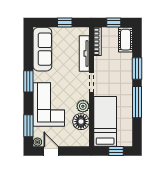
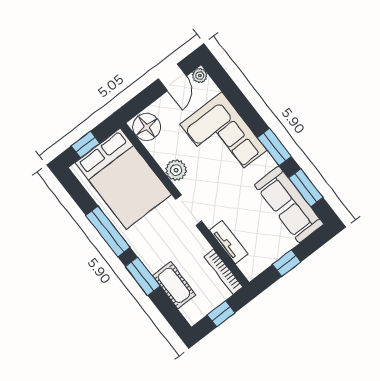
cot: (126, 40) -> (174, 285), moved
tv unit: (84, 53) -> (229, 242), width x0.71
bed: (105, 121) -> (123, 179), width x1.50
floor lamp: (81, 122) -> (147, 127), moved
window: (28, 126) -> (306, 188), moved
door: (51, 151) -> (172, 78), hinge flipped

